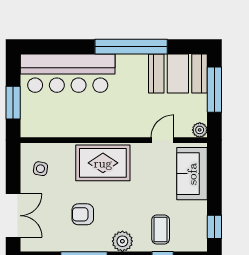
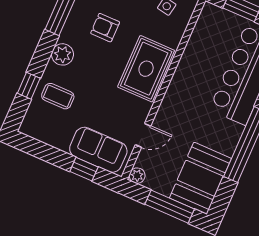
door: (162, 140) -> (143, 135), hinge flipped
armchair: (83, 214) -> (105, 28), turned -90
window: (214, 227) -> (84, 169), moved

